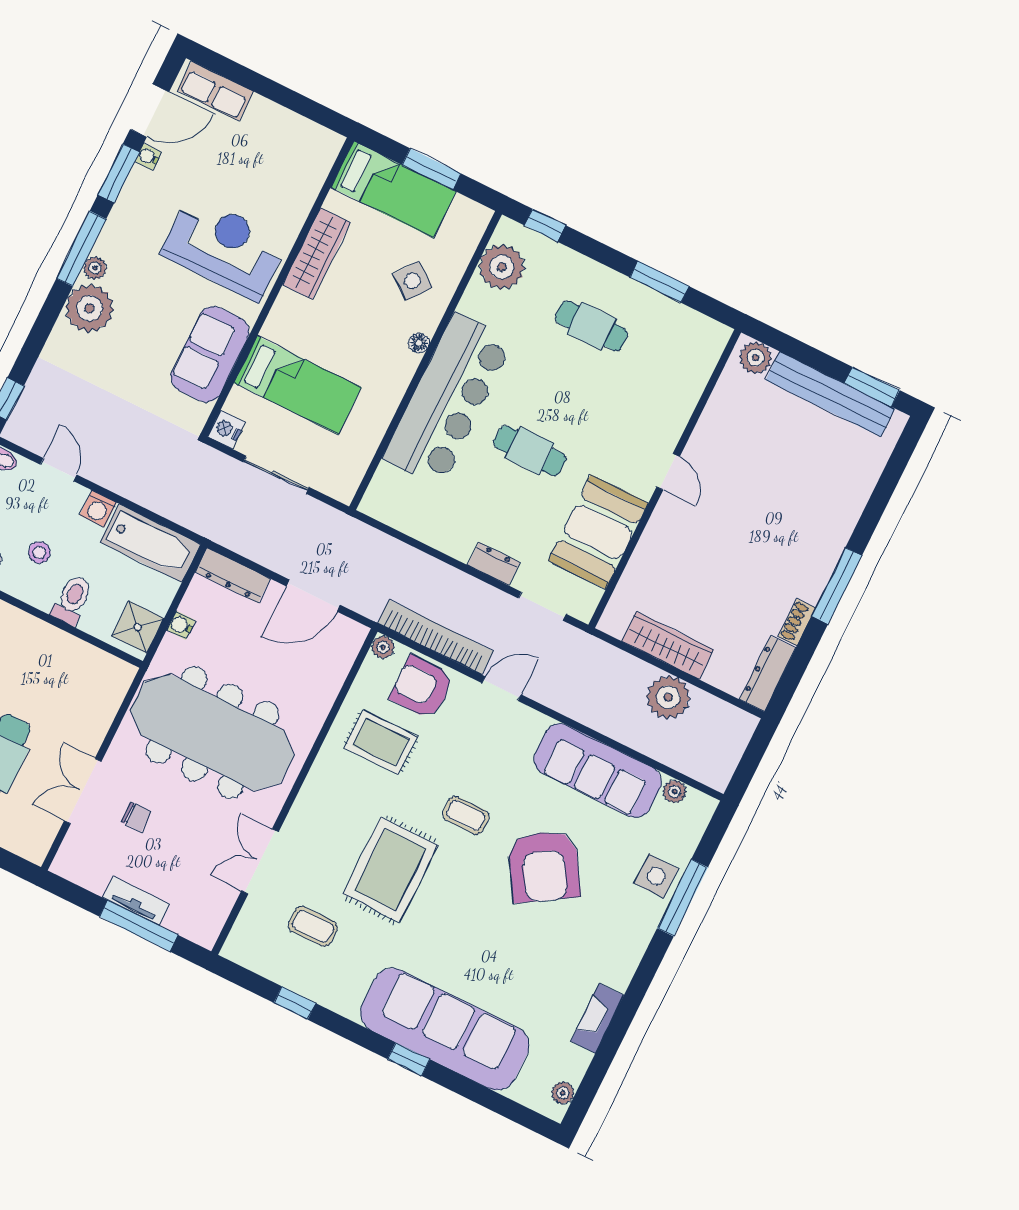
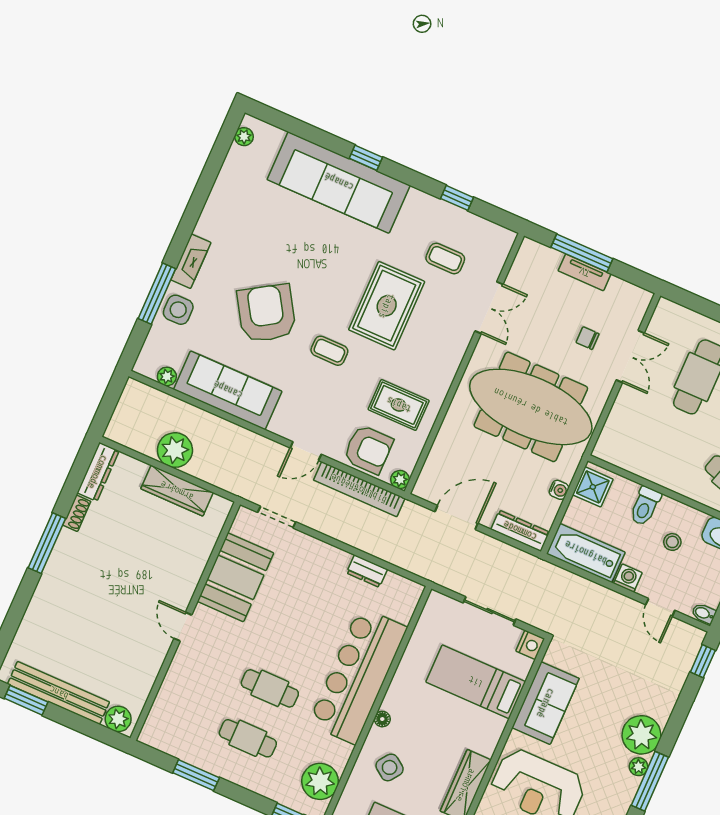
cafe table: (530, 451) -> (270, 688), moved
dresser: (494, 564) -> (367, 571), moved
fireplace: (597, 1018) -> (191, 261), moved

